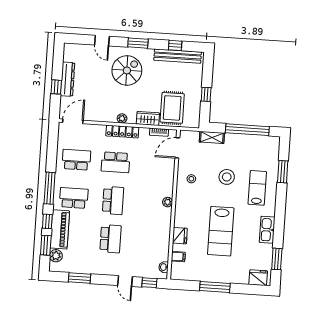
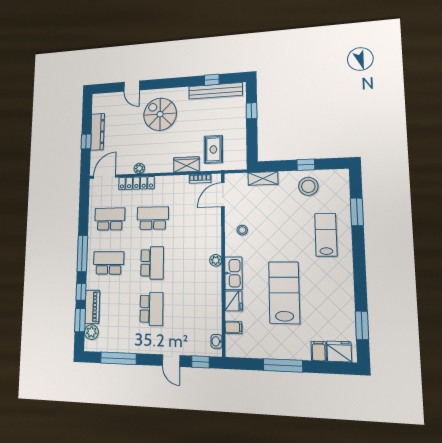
window: (138, 43) -> (170, 83), removed
spiral stairs: (127, 70) -> (160, 114), turned -90
window: (206, 94) -> (252, 111), moved
rug: (172, 108) -> (213, 149), width x0.73, depth x0.70
plant: (122, 118) -> (139, 168), moved
window: (247, 130) -> (306, 165), width x0.32
locker: (122, 132) -> (136, 183), moved
school desk: (115, 162) -> (153, 218), turned 180
stool: (227, 177) -> (308, 186), moved
piano: (60, 229) -> (92, 307), width x0.73, depth x0.75
kitchen sink: (267, 230) -> (233, 273), moved, turned 180
lab bench: (221, 231) -> (284, 293), turned 180
filing cabinet: (243, 277) -> (319, 351), added
window: (79, 278) -> (118, 358), width x1.44

